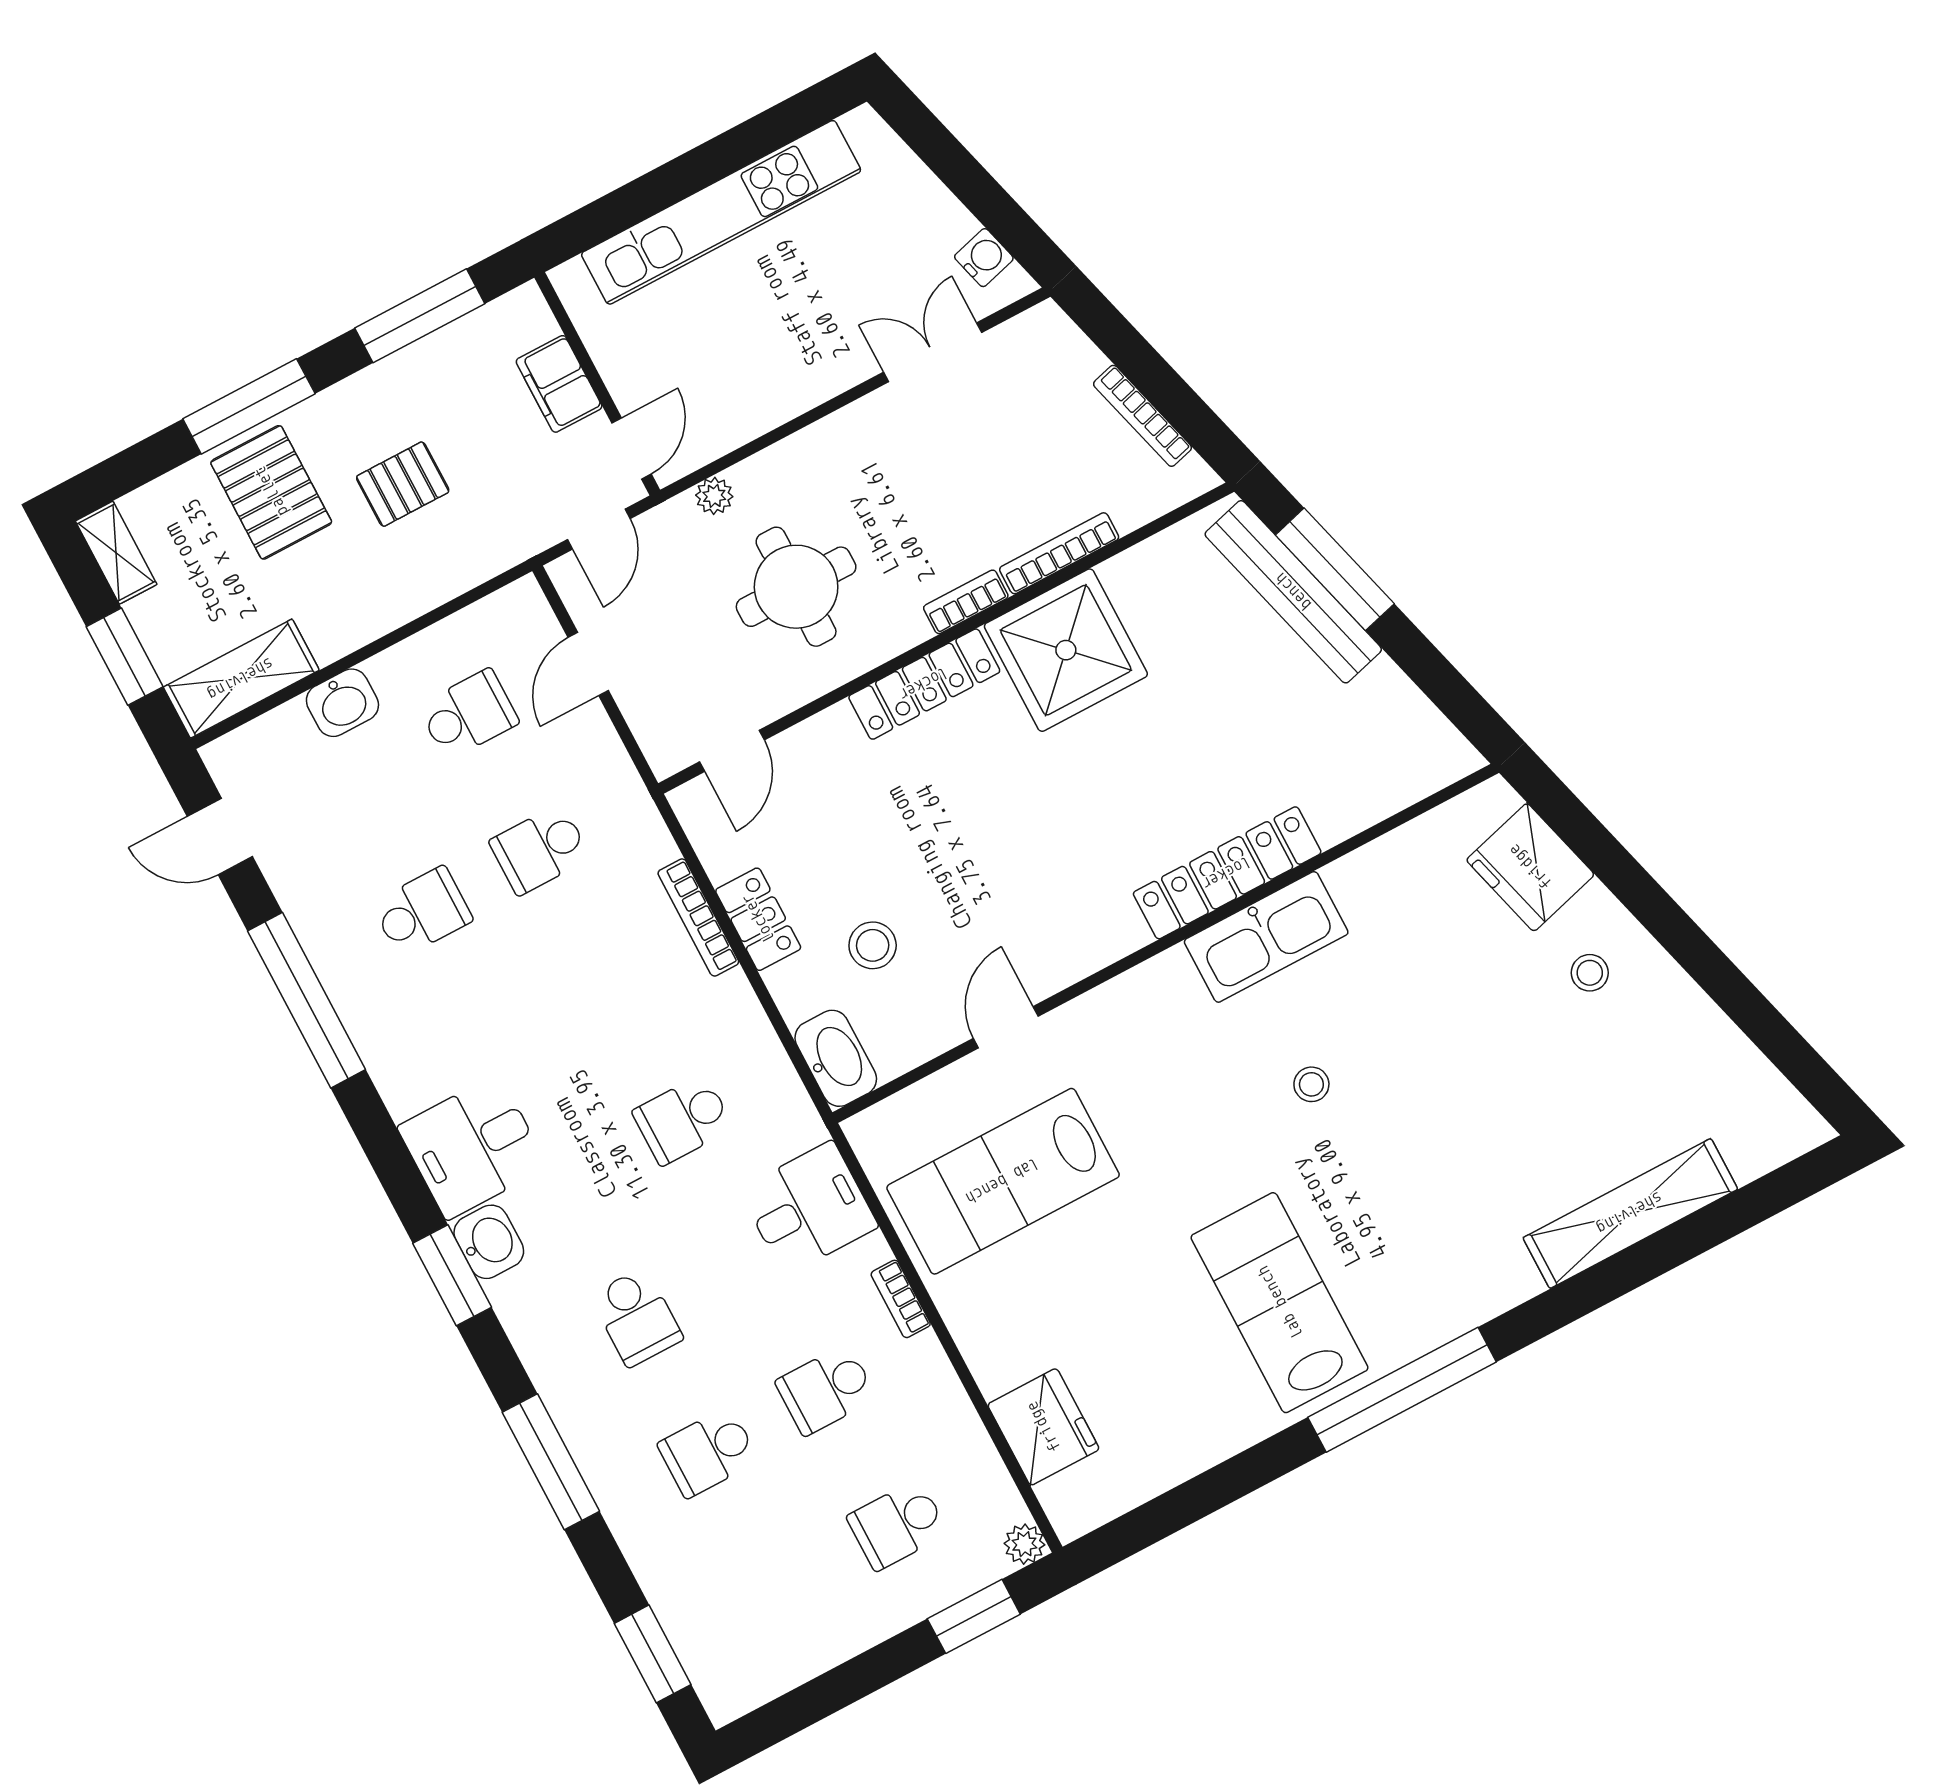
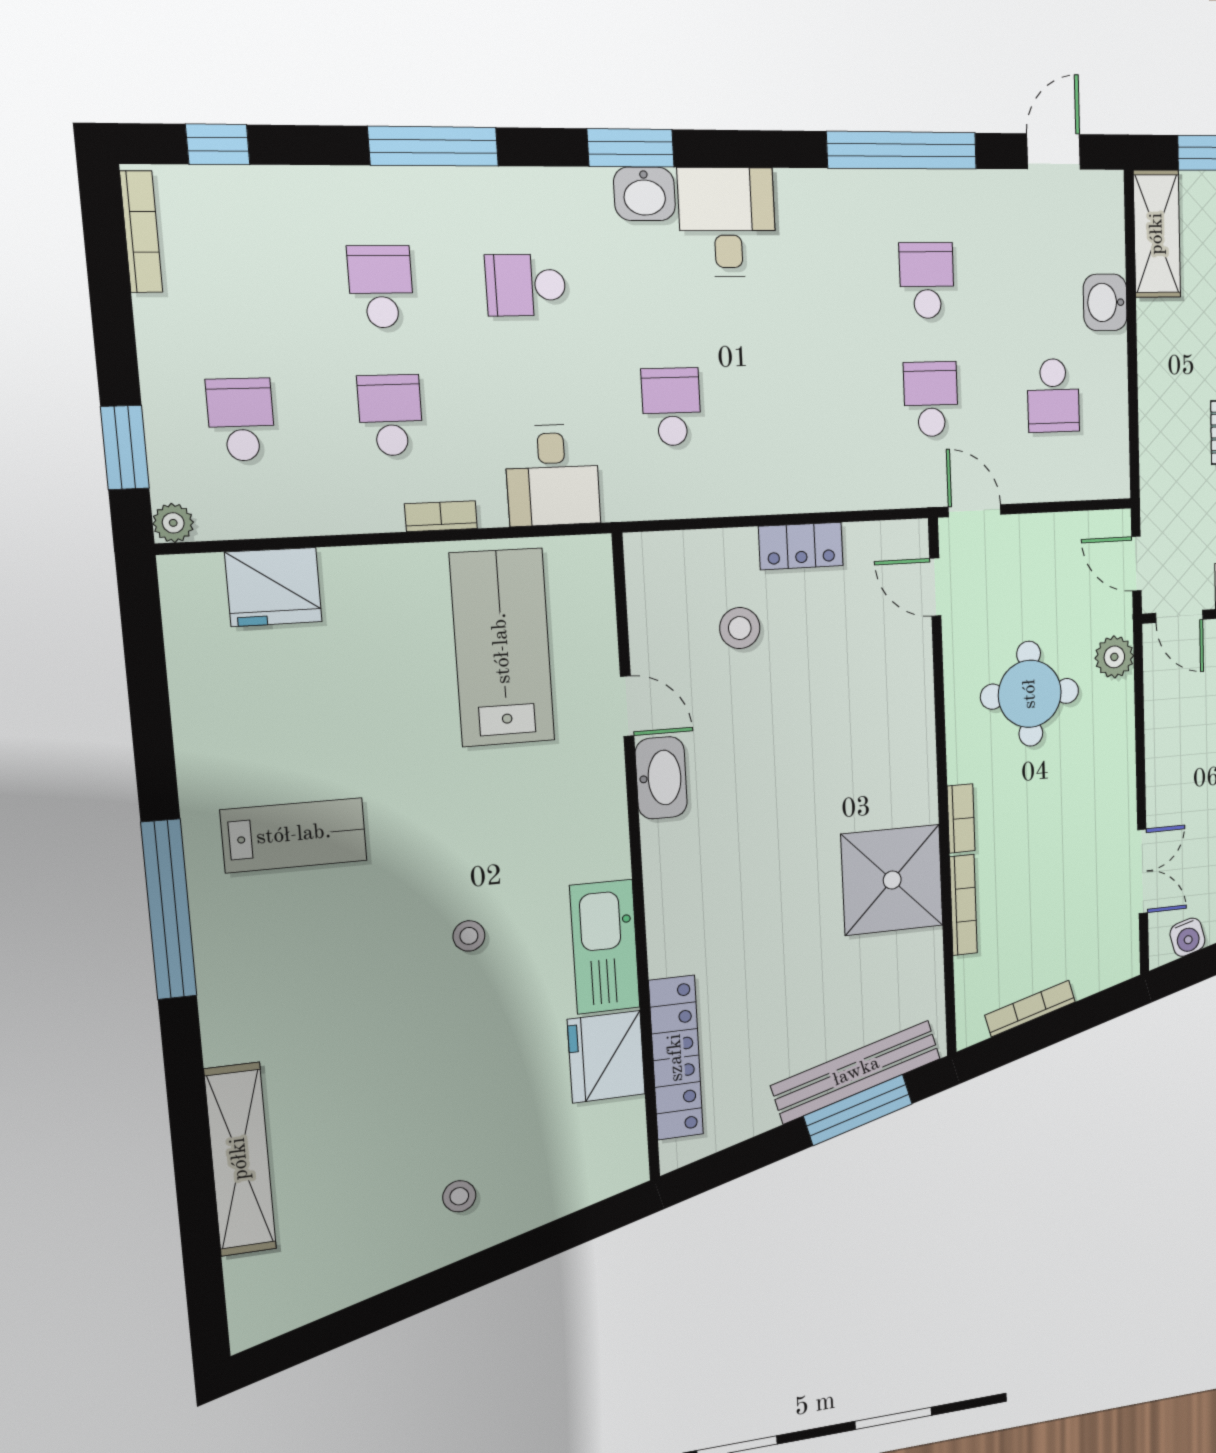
plant: (714, 496) -> (1114, 657), width x1.38, depth x1.38
door: (588, 664) -> (975, 511), moved
locker: (924, 684) -> (917, 760), removed
fridge: (1530, 867) -> (606, 1057), moved, turned -75
locker: (1227, 873) -> (676, 1058), moved
school desk: (422, 912) -> (927, 280), turned 180
bookcase: (698, 917) -> (141, 232), moved, turned 90
washbasin: (836, 1058) -> (661, 778), moved, turned -90
lab bench: (1280, 1303) -> (294, 835), width x0.73, depth x0.72
window: (653, 1654) -> (218, 144), width x0.67

